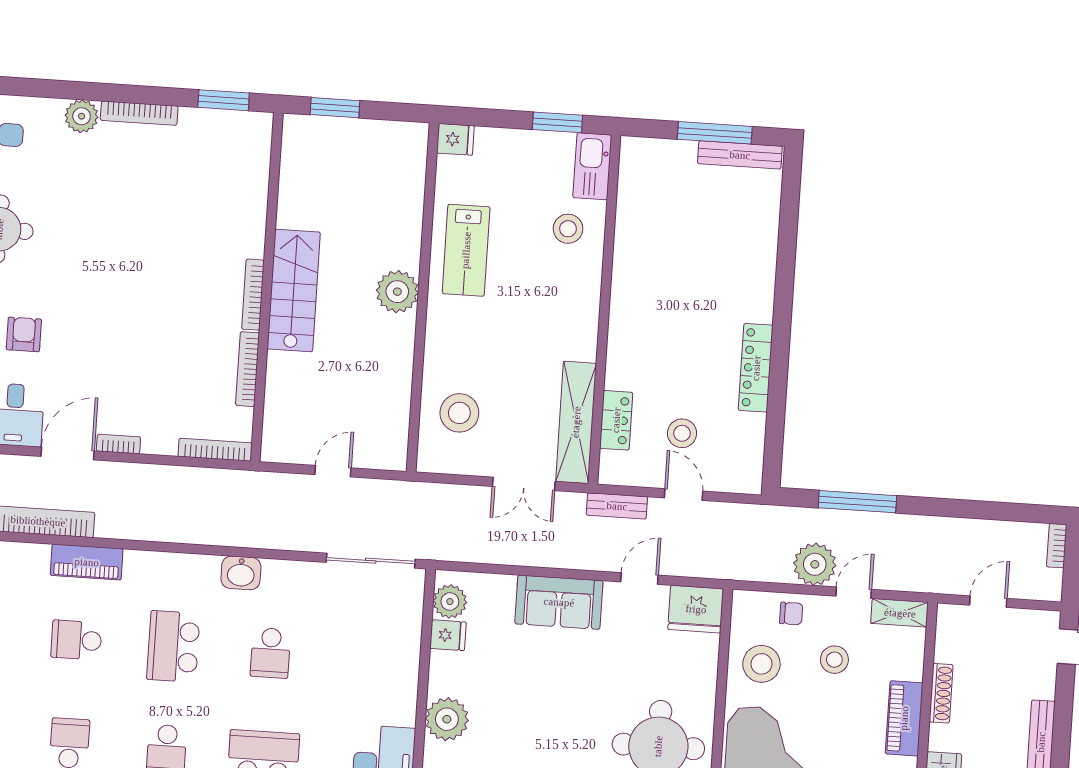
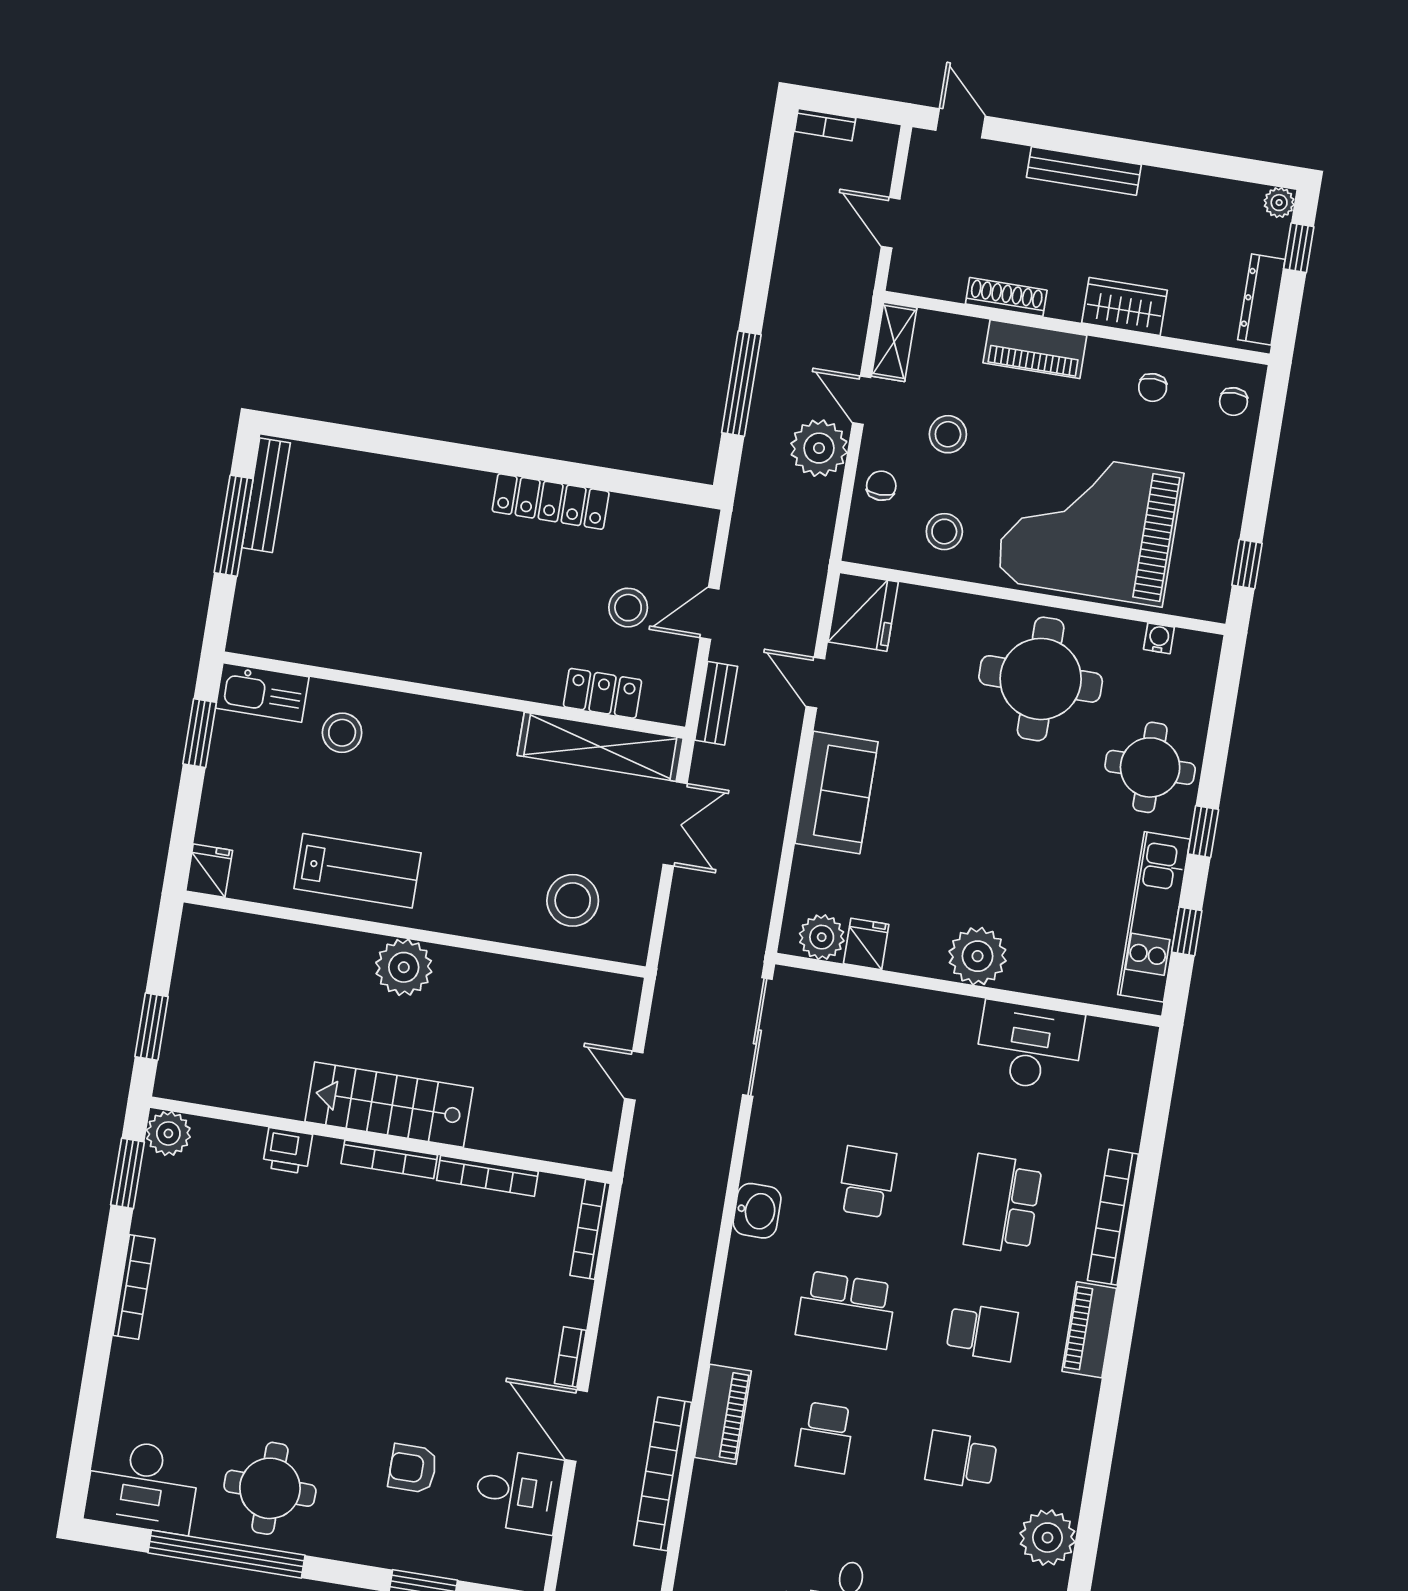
plant: (82, 116) -> (168, 1133), moved
printer: (252, 218) -> (287, 1151), added
school desk: (270, 653) -> (867, 1182), turned -90
stool: (761, 664) -> (944, 532), width x0.73, depth x0.73

